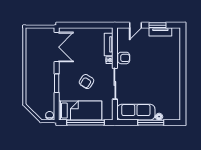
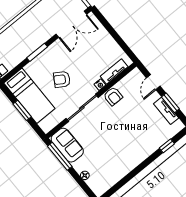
door: (136, 25) -> (153, 82), hinge flipped
window: (183, 49) -> (167, 146), added
sofa: (136, 112) -> (67, 145), width x0.73
window: (86, 123) -> (22, 110), width x0.47
window: (151, 123) -> (60, 156), moved

